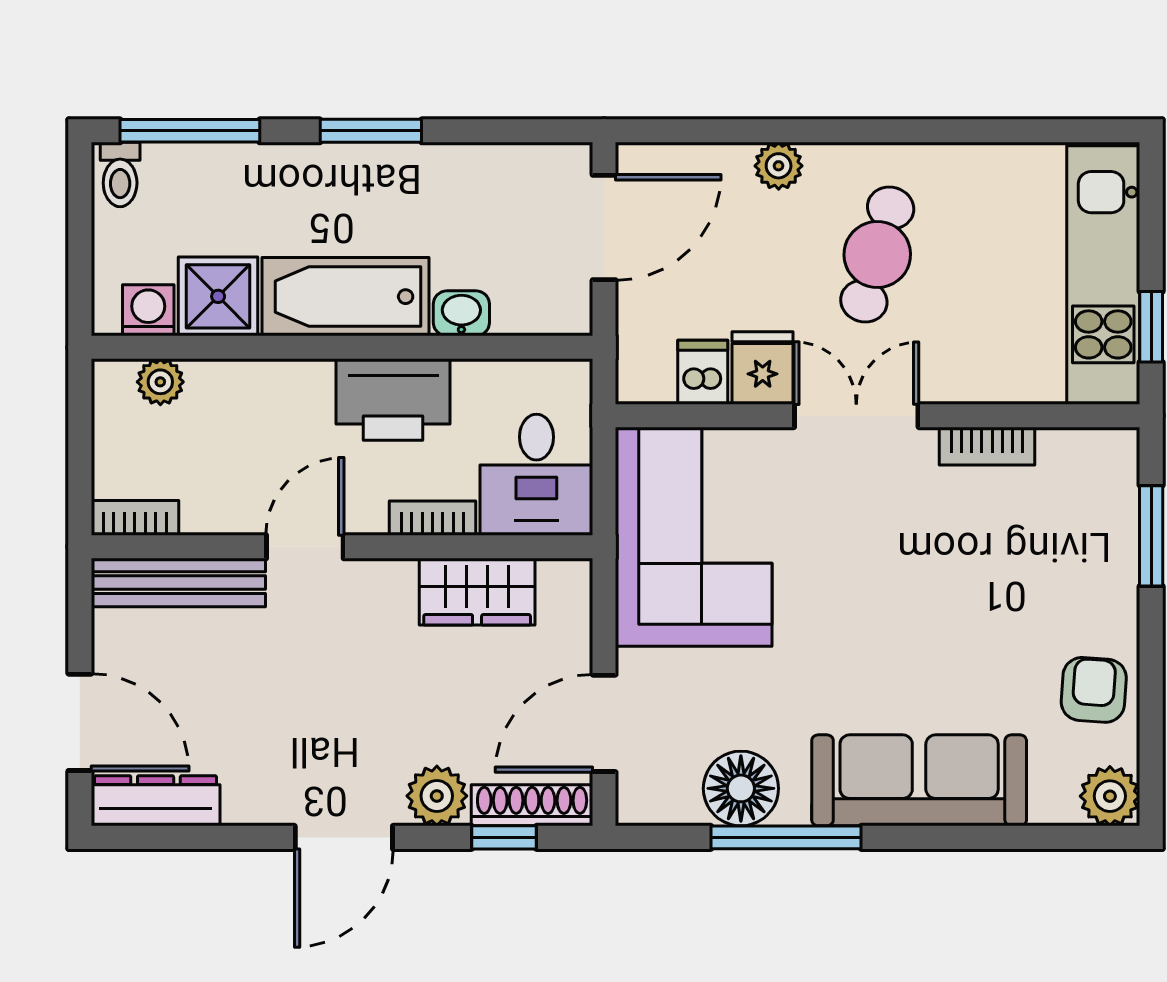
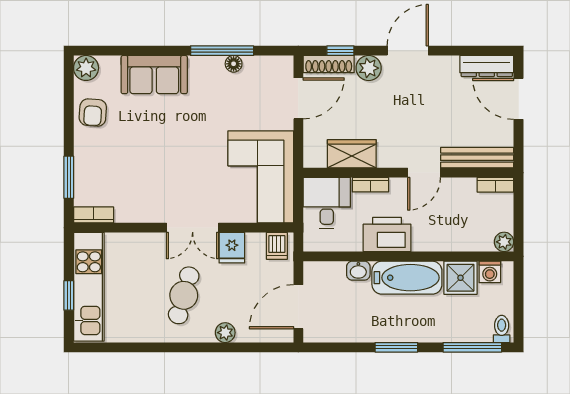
window: (1151, 327) -> (69, 295), moved
dishwasher: (703, 372) -> (277, 246), moved
plant: (160, 382) -> (504, 242), moved
bookcase: (987, 446) -> (94, 215), moved
sofa: (919, 780) -> (154, 75), width x0.73
floor lamp: (741, 788) -> (234, 64), width x0.53, depth x0.53

